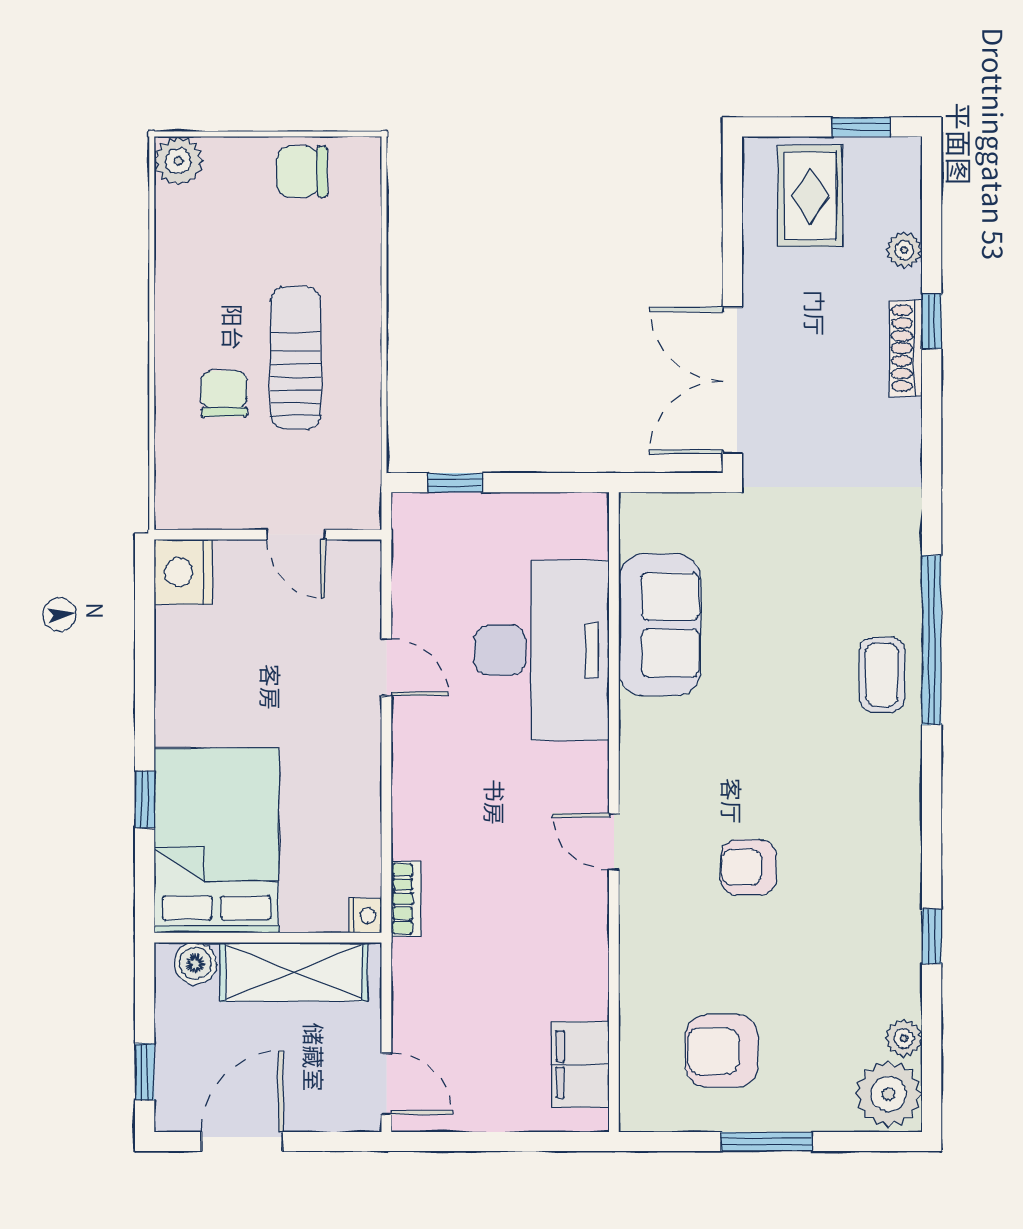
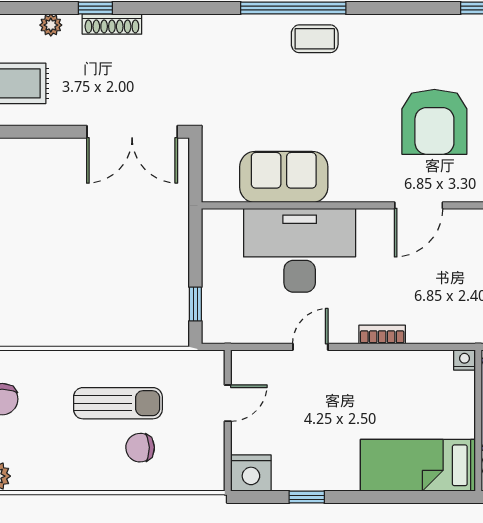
sun lounger: (296, 358) -> (118, 403), turned 180
window: (145, 800) -> (307, 497), moved
bed: (216, 840) -> (418, 465), width x0.67
door: (614, 842) -> (419, 205), width x1.37
armchair: (748, 867) -> (434, 122), width x1.88, depth x1.88
bookcase: (406, 899) -> (382, 335), moved

